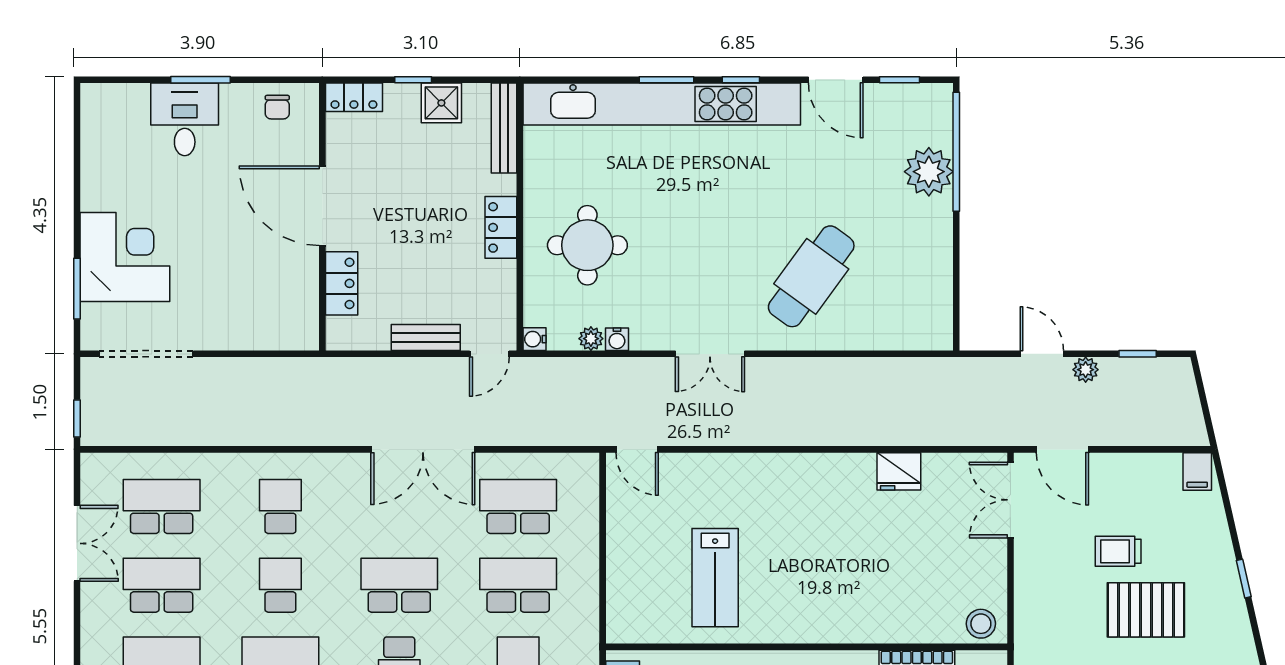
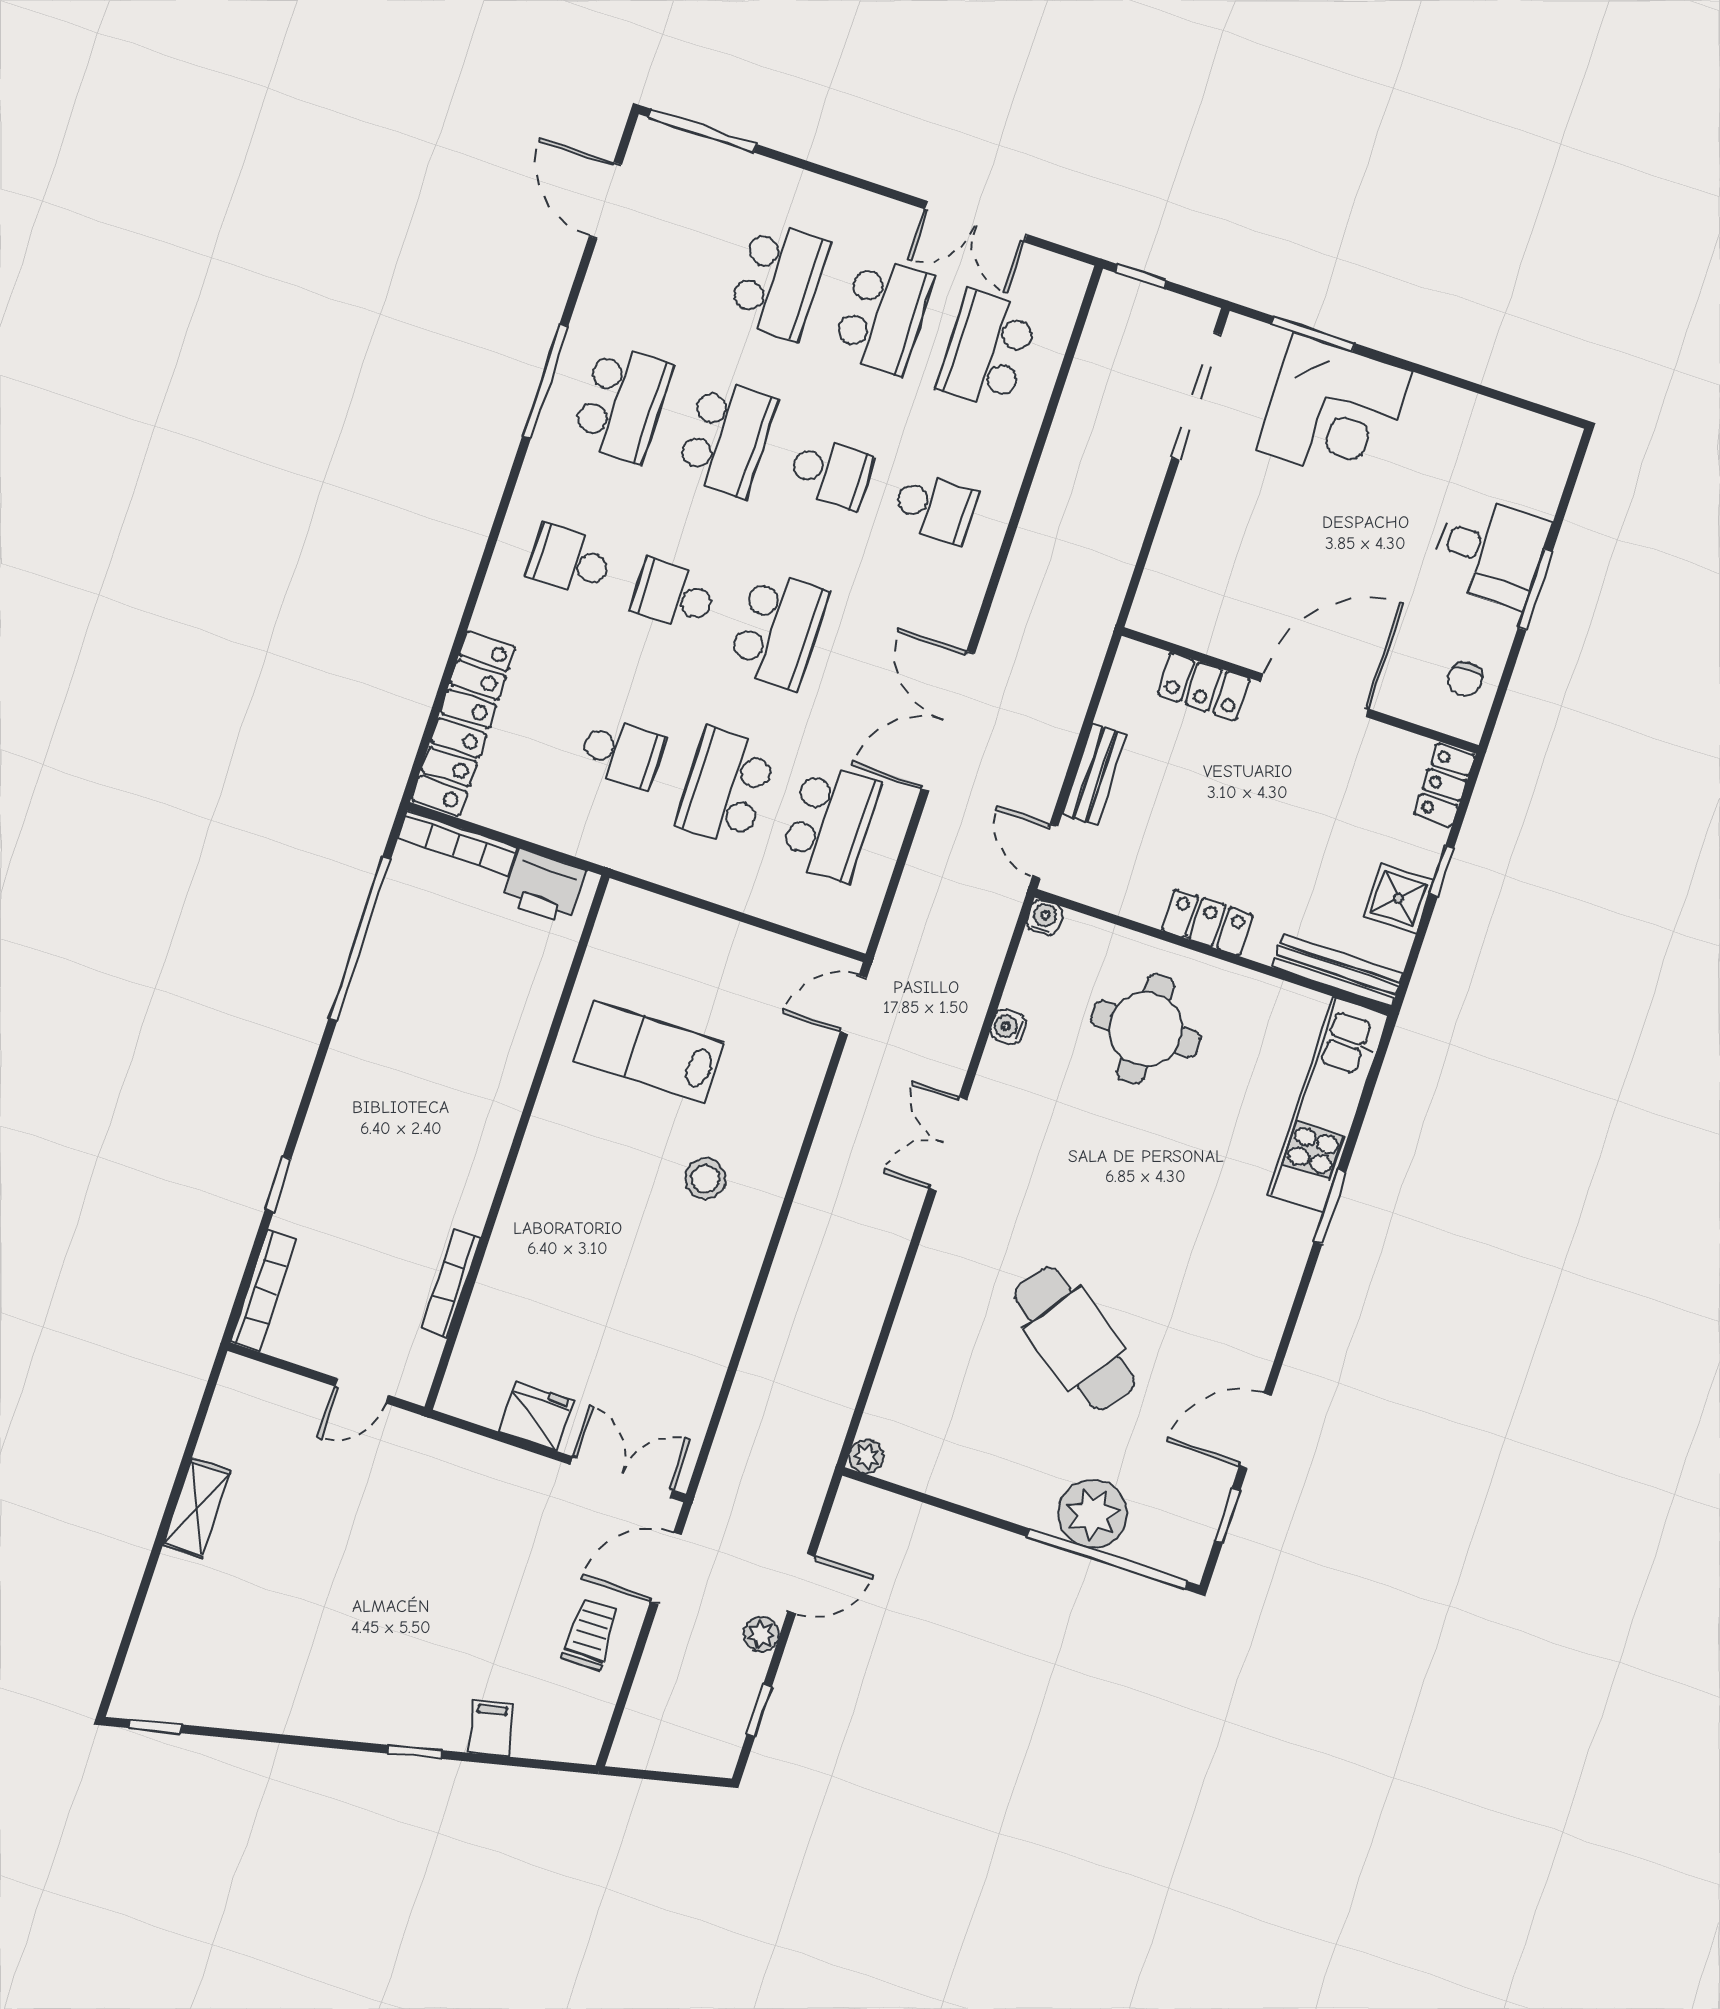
window: (741, 80) -> (1297, 1305), removed
kitchen unit: (662, 104) -> (1328, 1105), width x0.54
chair: (277, 107) -> (1465, 679), turned -90
cafe table: (811, 276) -> (1074, 1338), moved
plant: (591, 339) -> (866, 1457), moved
fridge: (899, 471) -> (536, 1417), moved, turned 90
filing cabinet: (1197, 471) -> (491, 1728), moved, turned 77
school desk: (162, 507) -> (987, 350), turned 180
trolley: (1118, 551) -> (591, 1634), moved
school desk: (518, 585) -> (726, 787), turned 180
pallet: (1146, 610) -> (416, 1608), removed
stool: (981, 624) -> (705, 1179), moved

